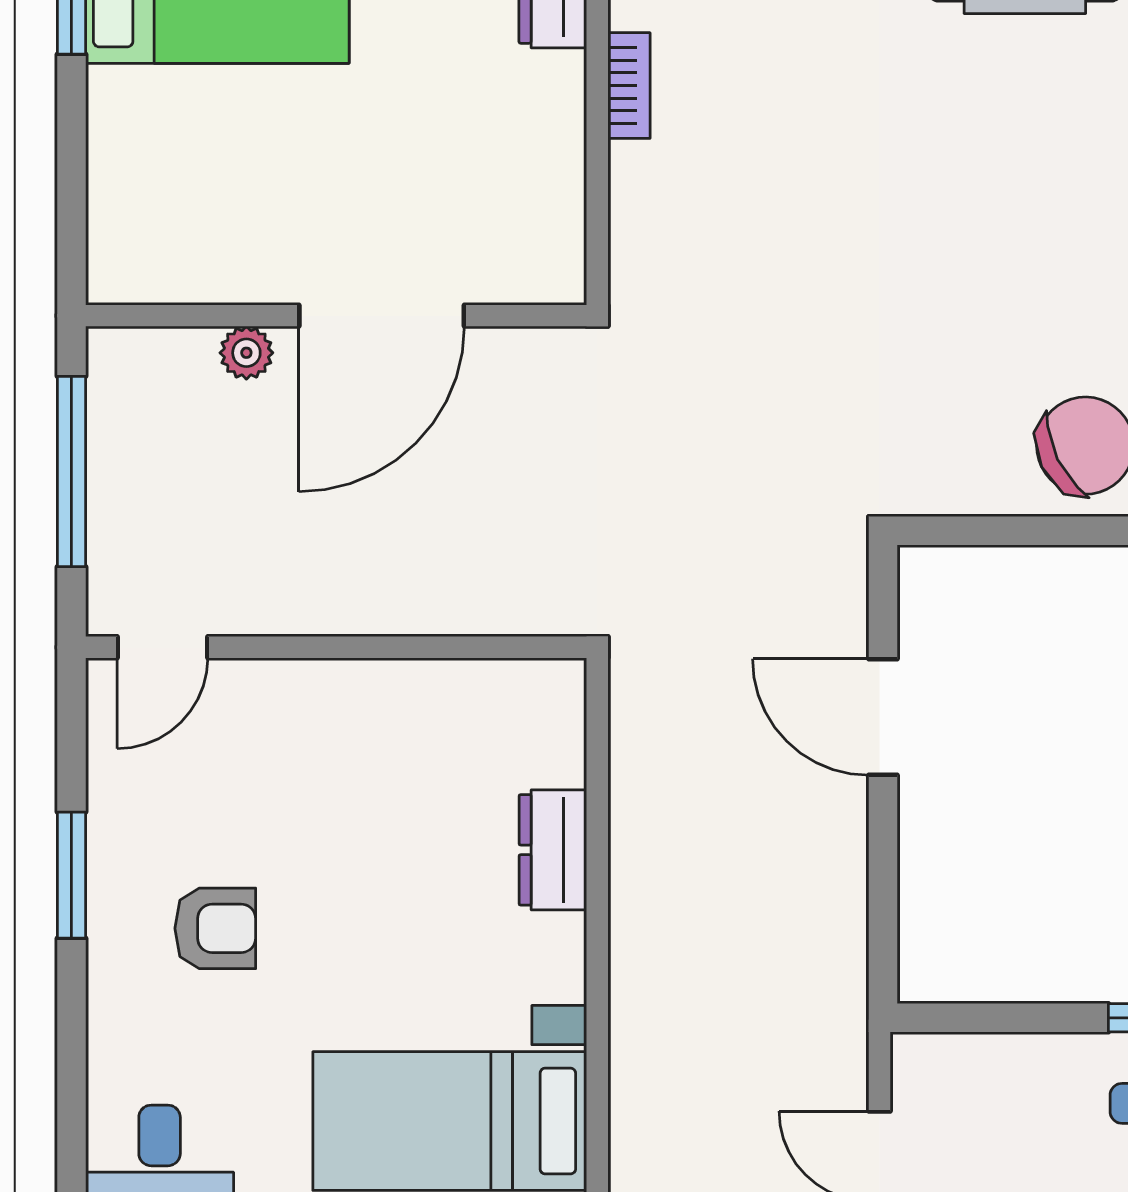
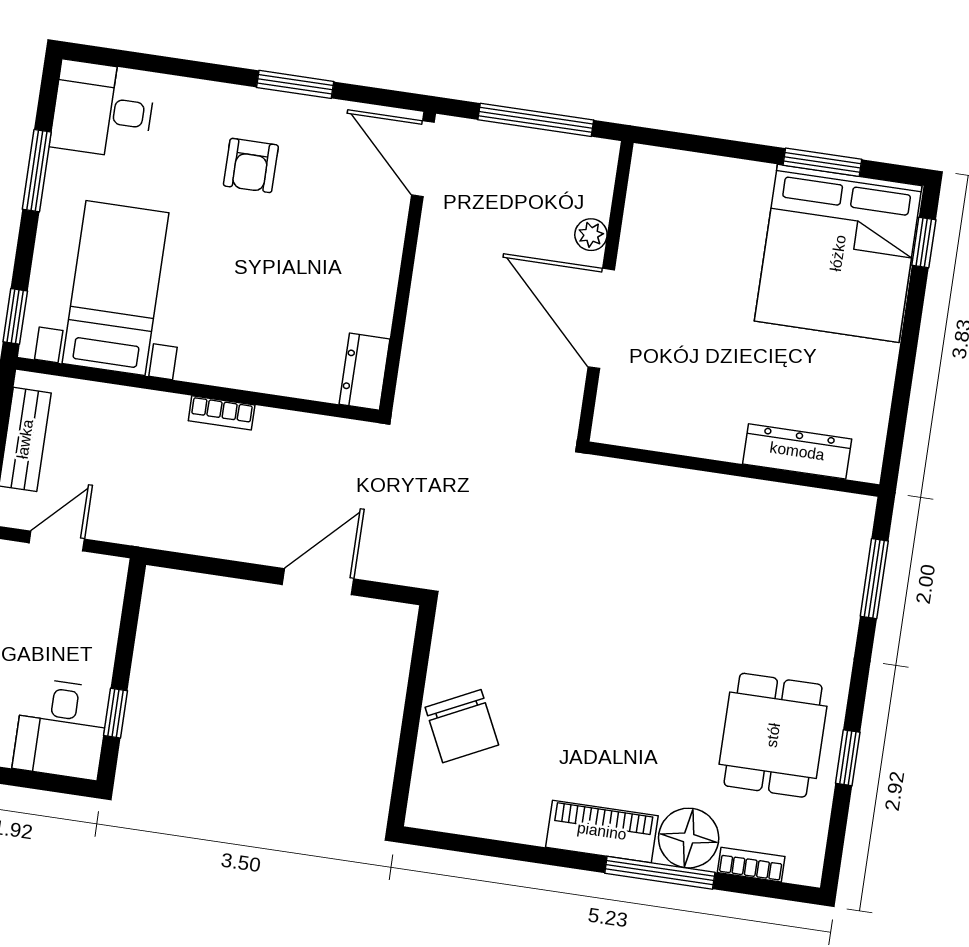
bookcase: (629, 86) -> (222, 413), moved
door: (162, 647) -> (423, 159), width x1.38
dresser: (553, 850) -> (364, 372), moved, turned -90

